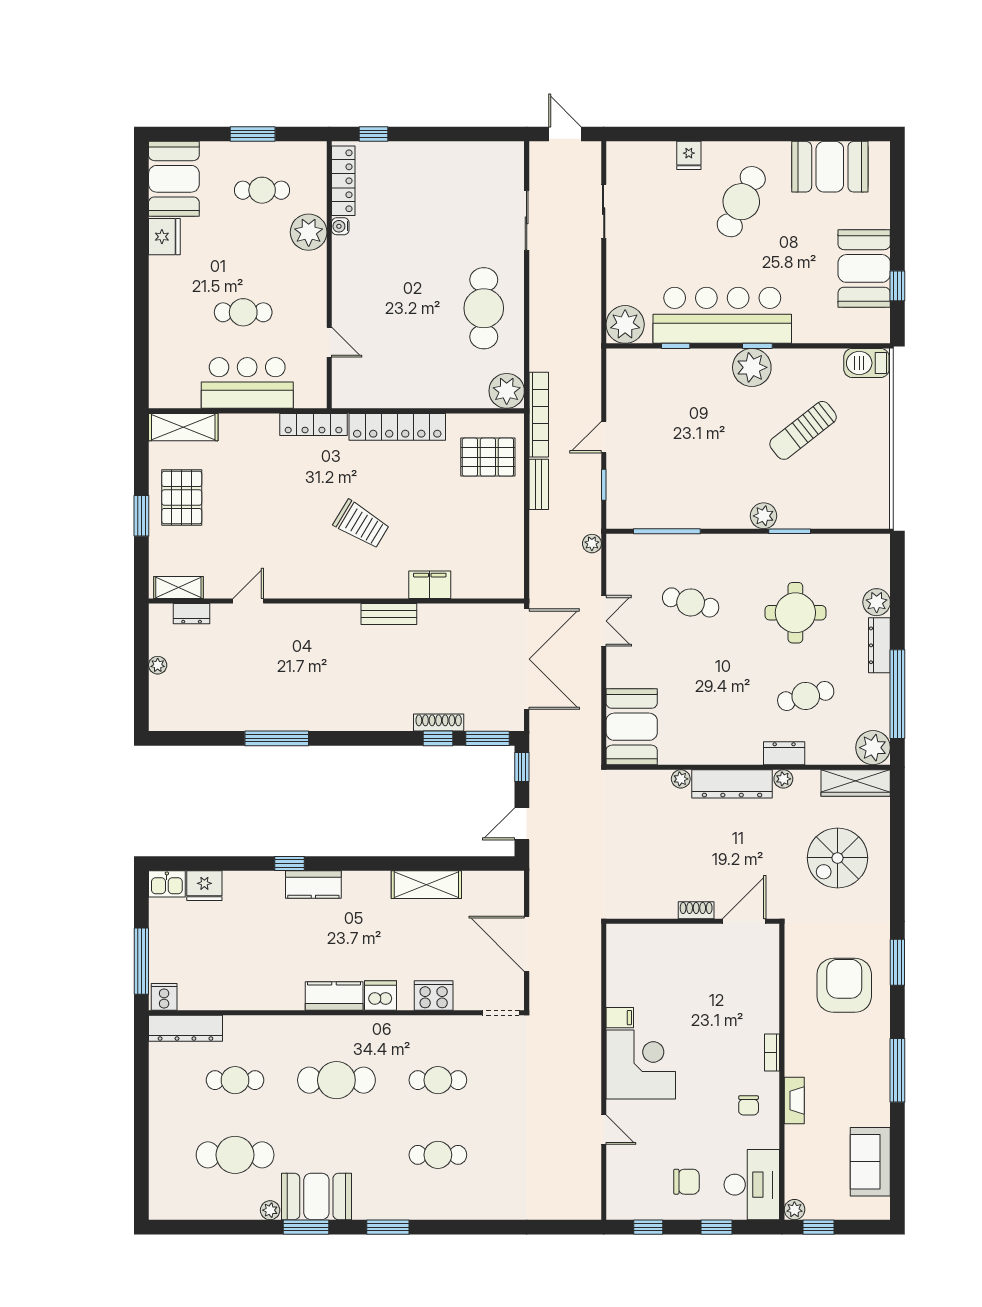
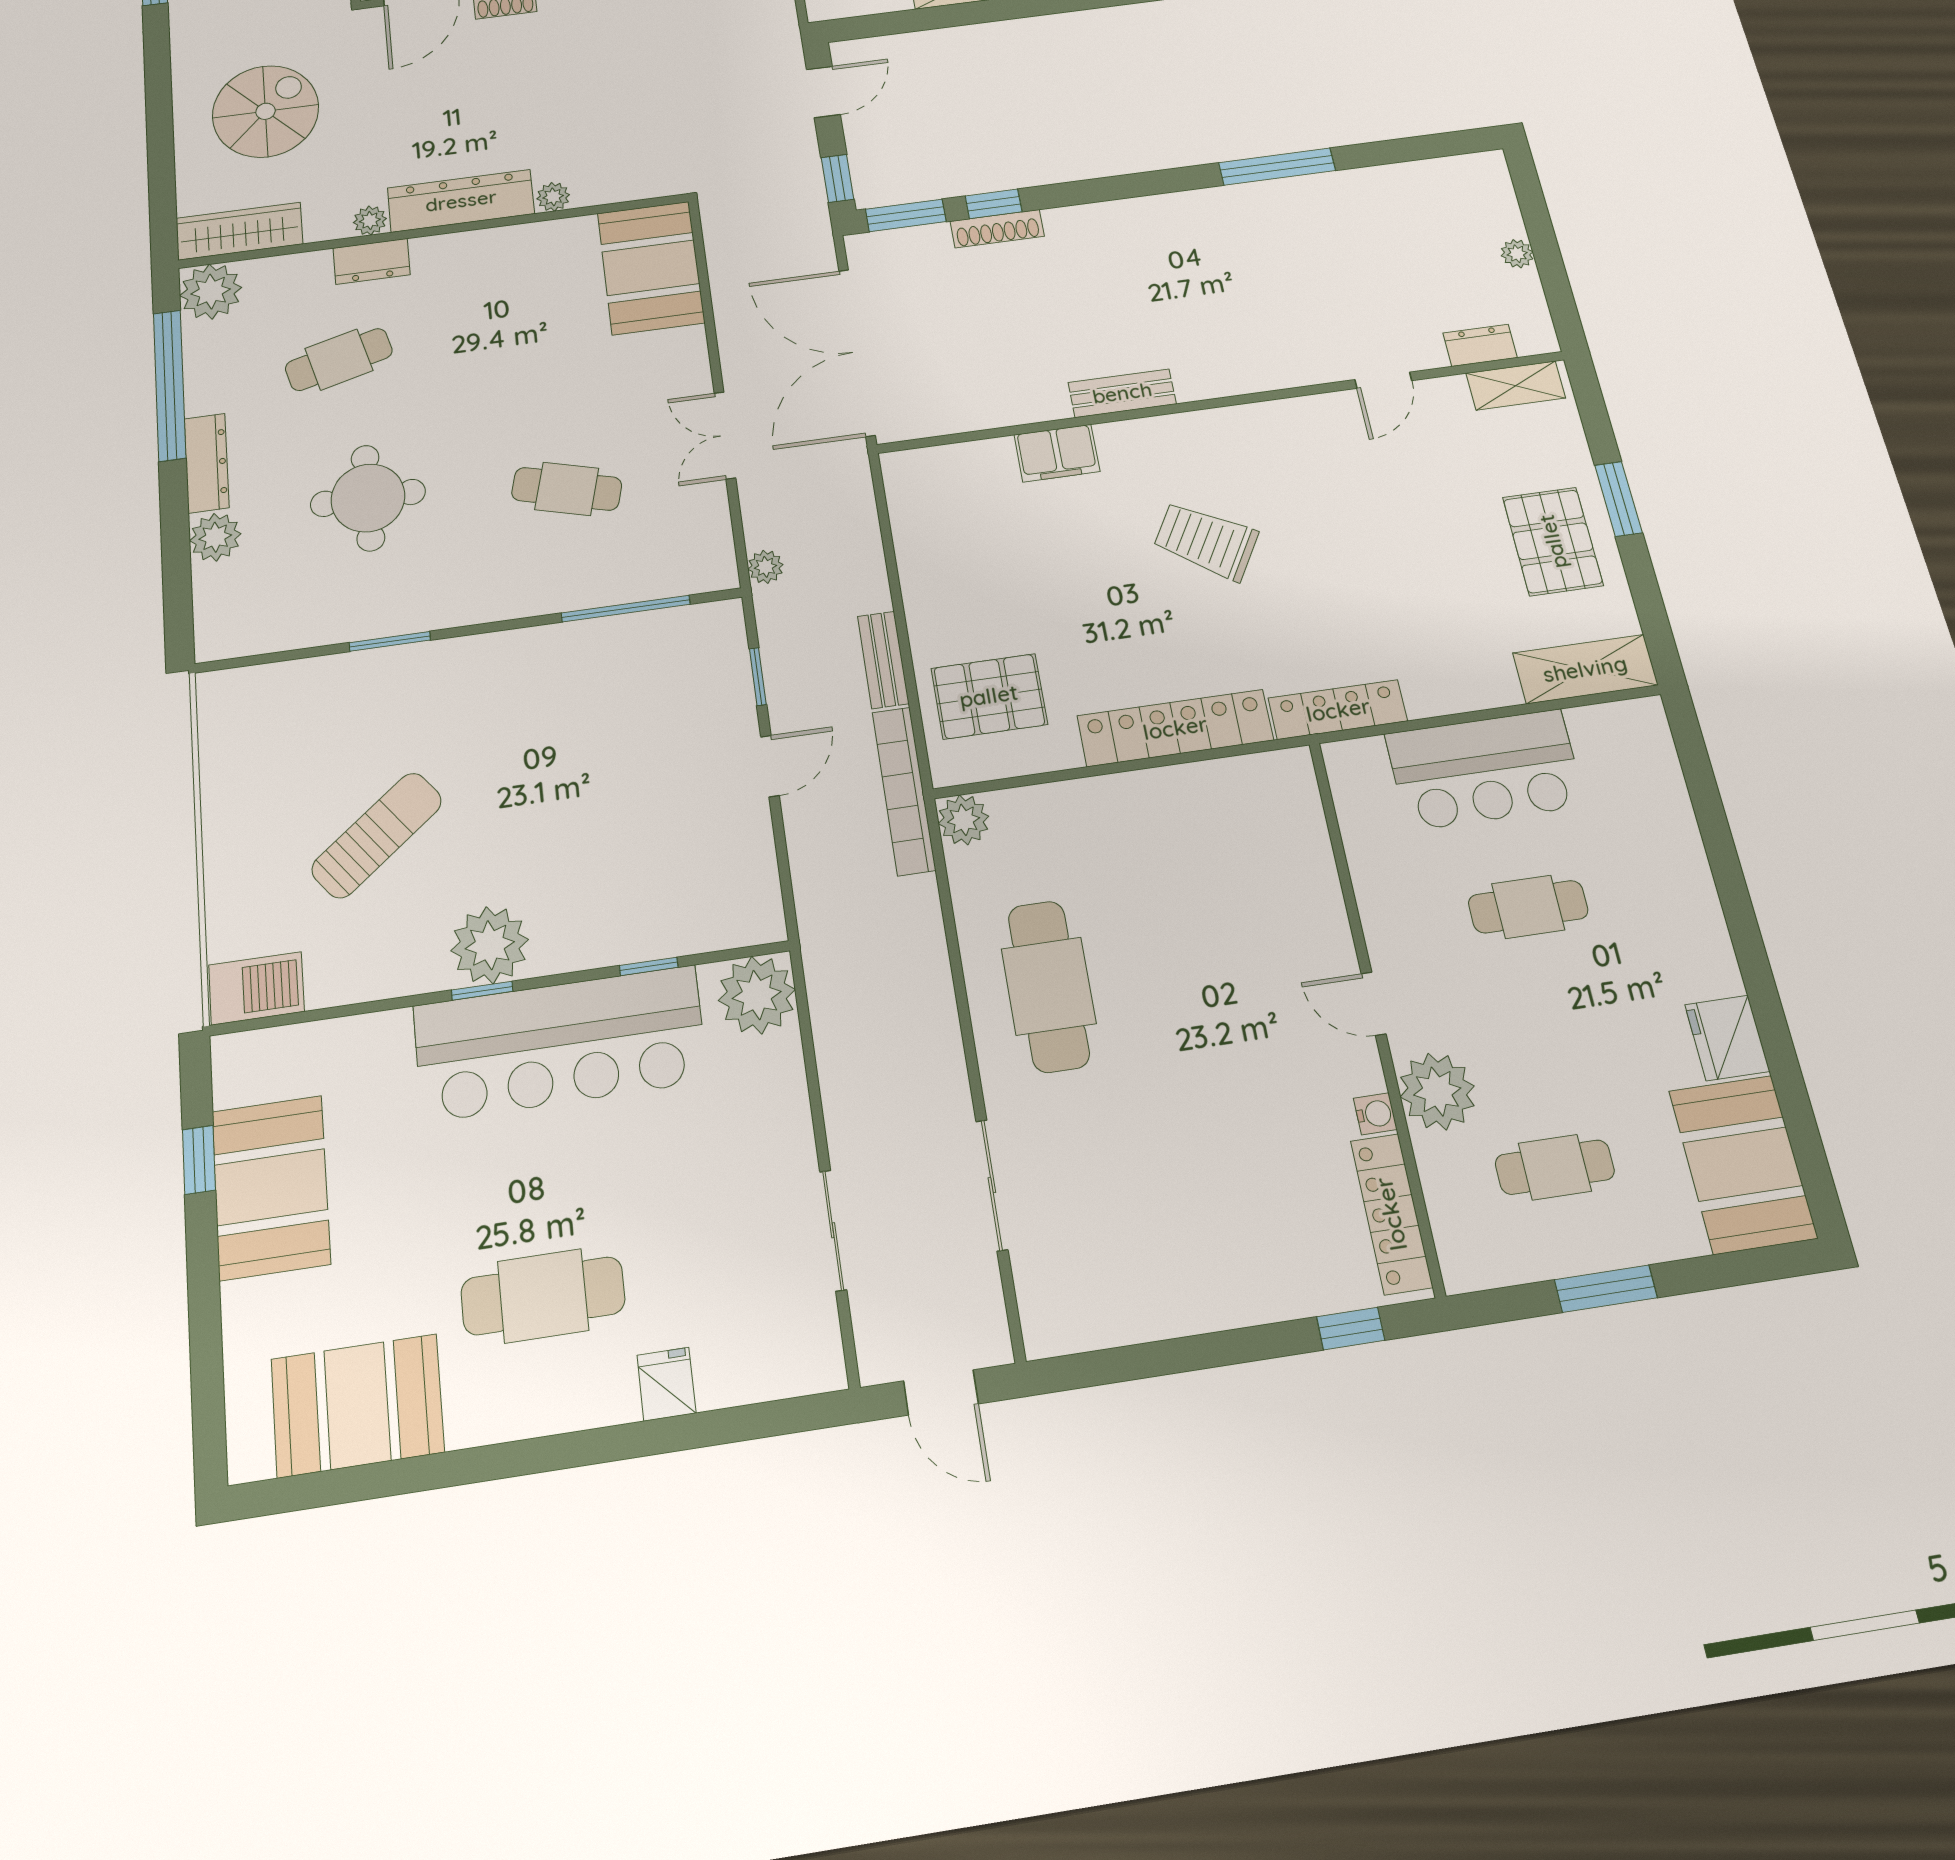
cafe table: (741, 202) -> (543, 1296), turned 64
door: (329, 342) -> (1374, 1004), moved
plant: (507, 391) -> (964, 820), width x0.73, depth x0.73
plant: (764, 516) -> (442, 663), removed

